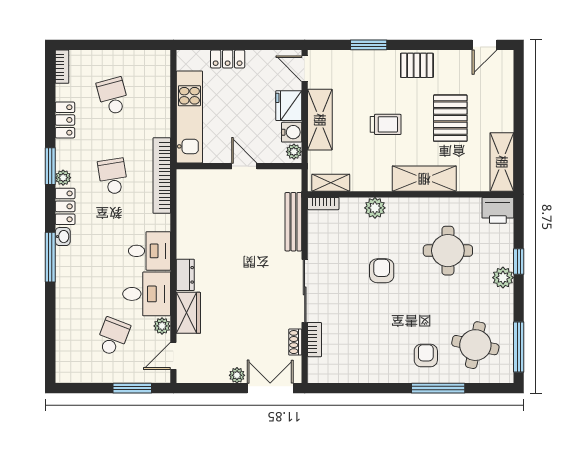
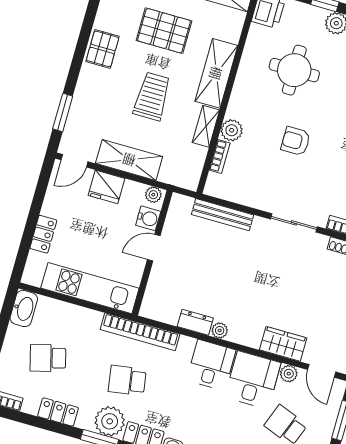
window: (369, 45) -> (63, 113), moved
washbasin: (153, 60) -> (24, 308), added
trolley: (386, 124) -> (152, 96), width x1.36, depth x1.39
water cooler: (292, 132) -> (148, 218), moved, turned 90
plant: (63, 178) -> (110, 421), width x1.87, depth x1.87
shelving: (331, 183) -> (206, 126), moved
bookcase: (323, 204) -> (220, 156), moved
plant: (184, 250) -> (220, 330), added
dresser: (185, 275) -> (195, 322), moved
sliding door: (305, 291) -> (294, 223), width x0.73

